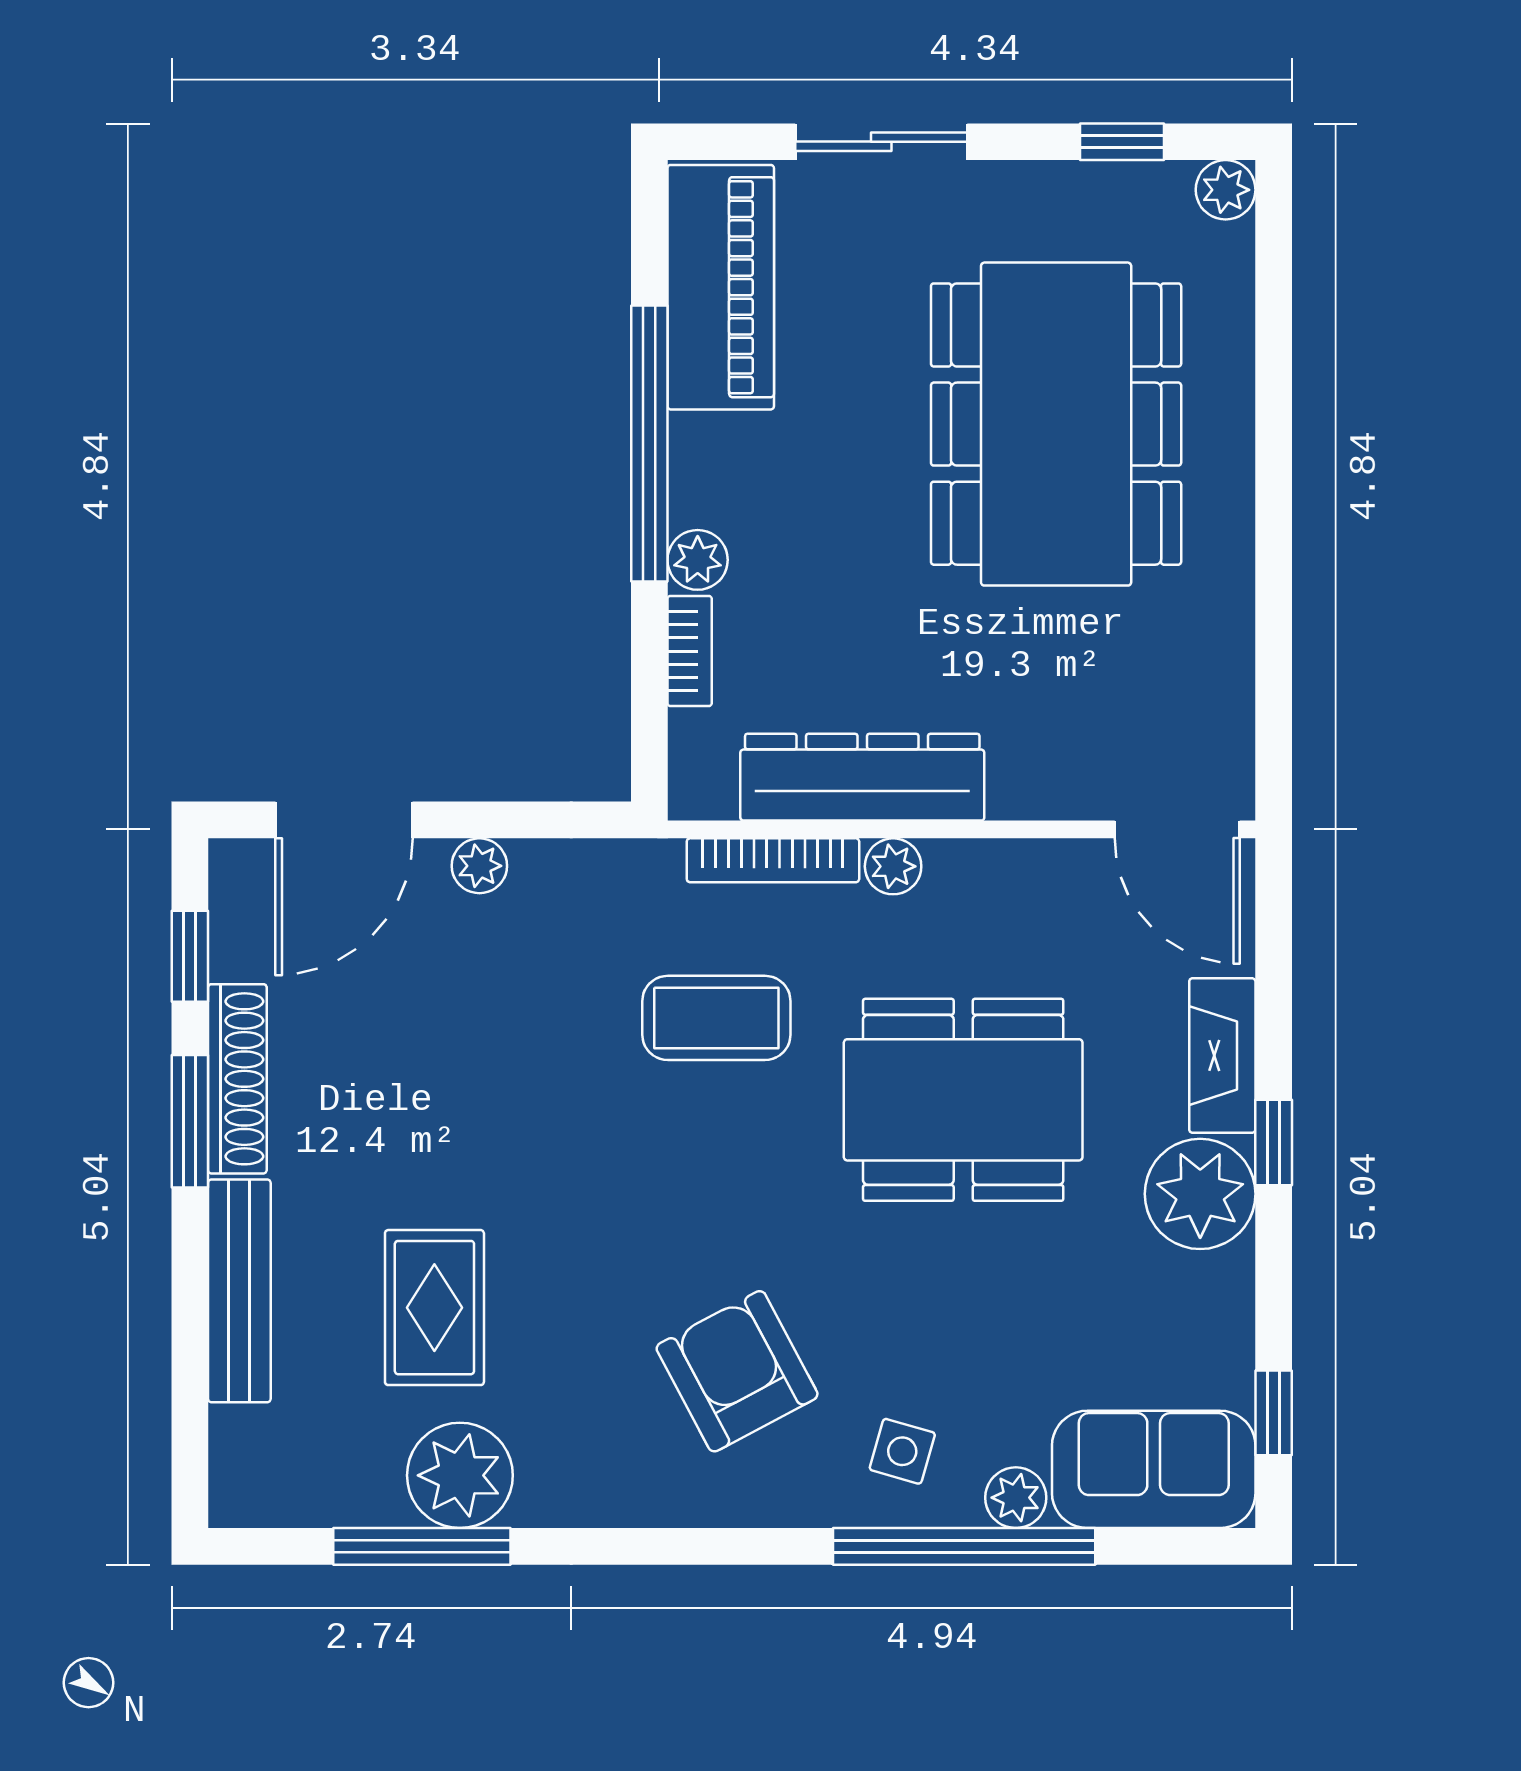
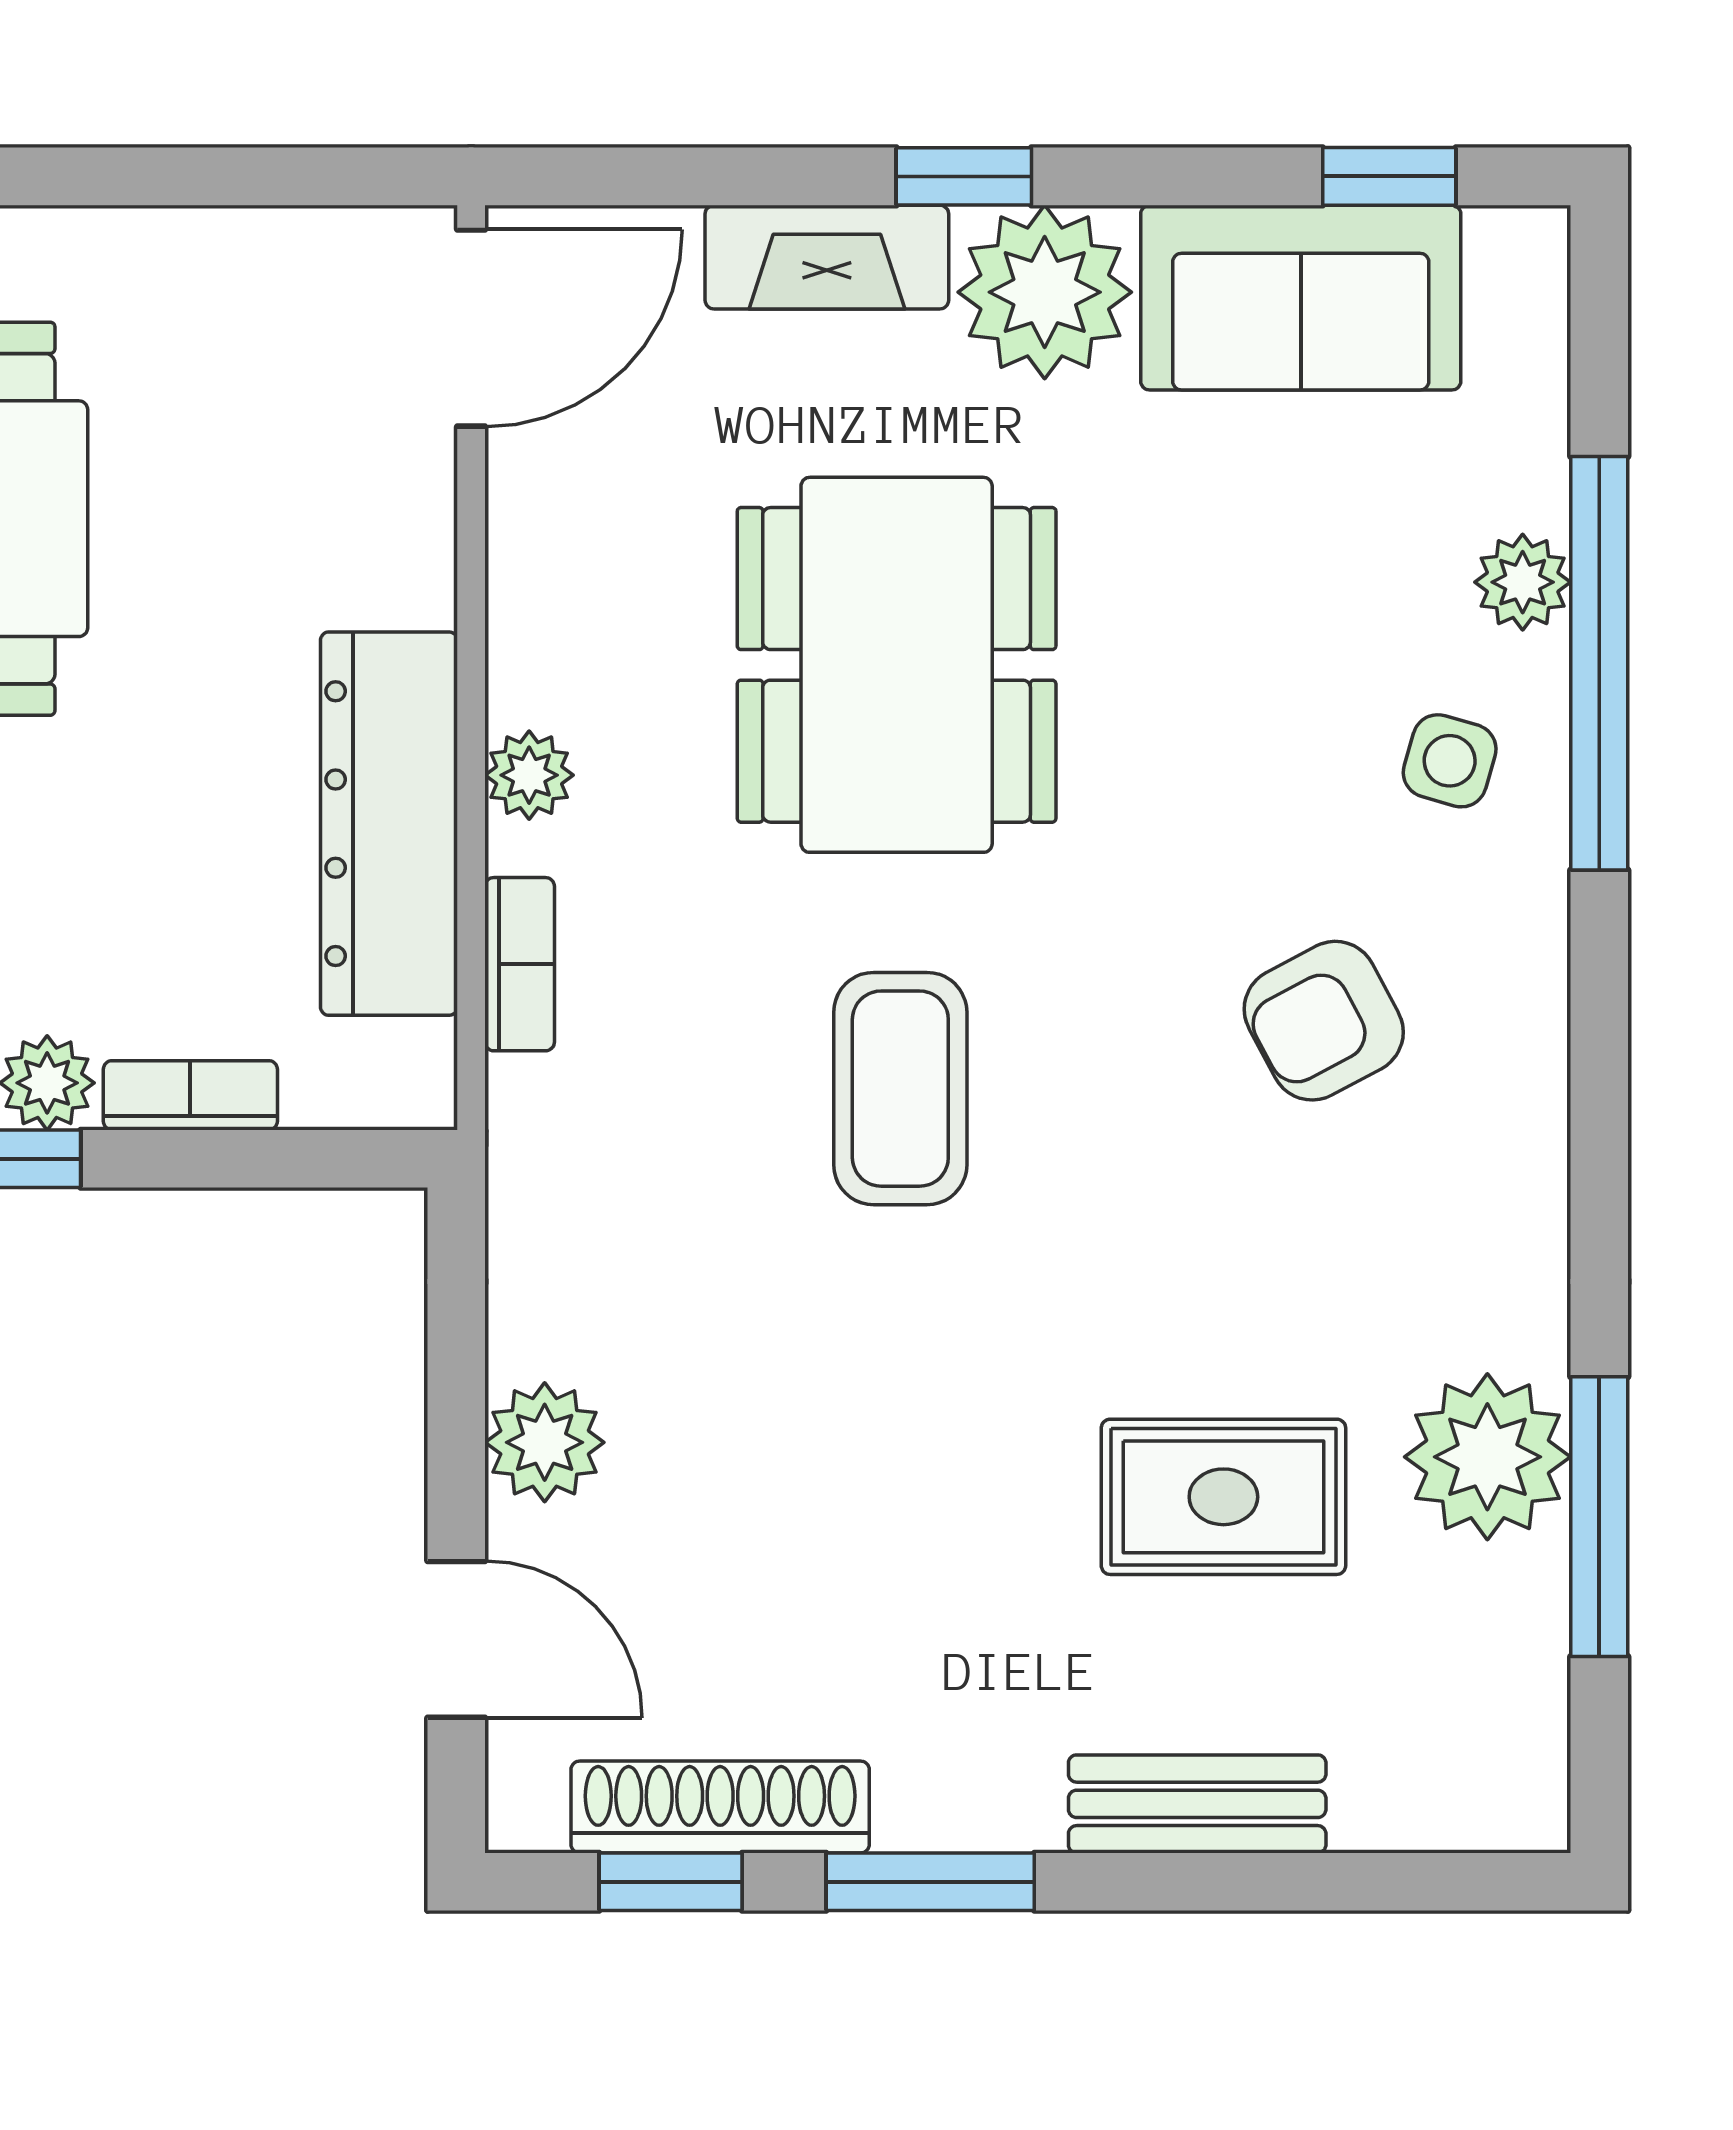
door: (344, 820) -> (456, 1639), width x0.73
bookcase: (773, 860) -> (520, 964), width x0.64
plant: (479, 866) -> (545, 1442), width x1.38, depth x1.38
coffee table: (716, 1018) -> (900, 1089), moved
shoe rack: (237, 1079) -> (720, 1807), moved
bench: (239, 1291) -> (1197, 1804), width x0.73
armchair: (737, 1371) -> (1324, 1021), width x0.72, depth x0.72
sofa: (1154, 1469) -> (1301, 298), moved, turned -90

